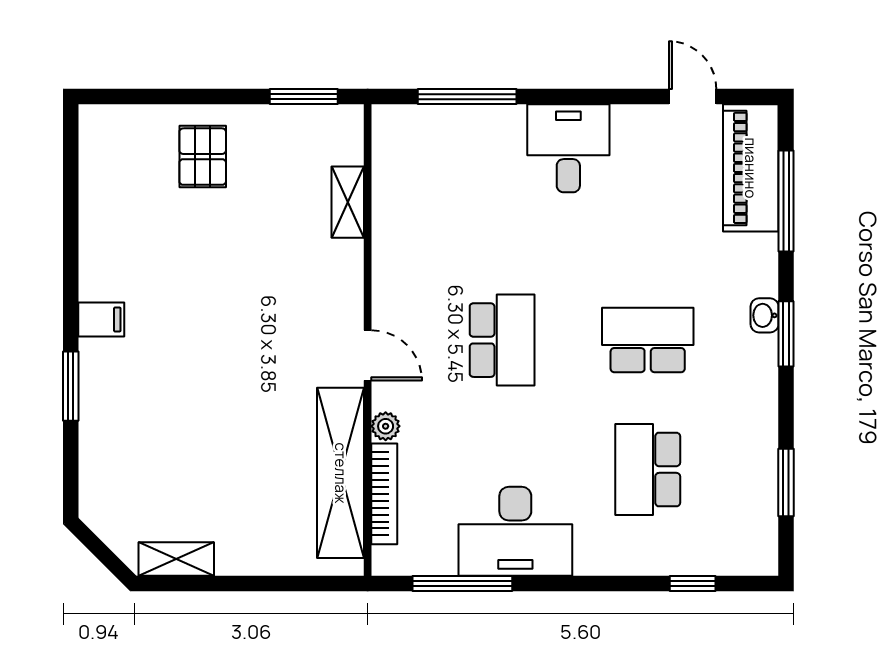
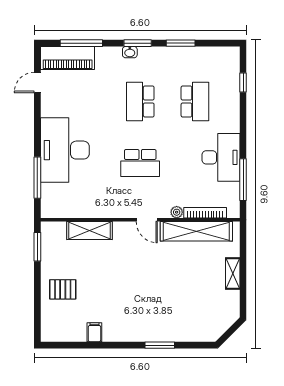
desk: (568, 148) -> (65, 150), width x1.87, depth x1.30
shelving: (348, 202) -> (90, 230), width x1.50, depth x1.33
filing cabinet: (101, 319) -> (94, 332), moved
school desk: (502, 340) -> (140, 163), turned 180
door: (368, 355) -> (147, 220), swing flipped
school desk: (648, 470) -> (195, 101), turned -90
window: (786, 483) -> (181, 43), moved
shelving: (176, 559) -> (233, 273), moved

